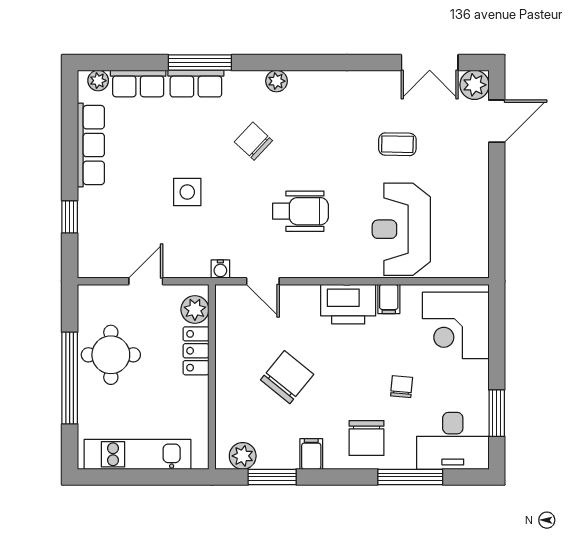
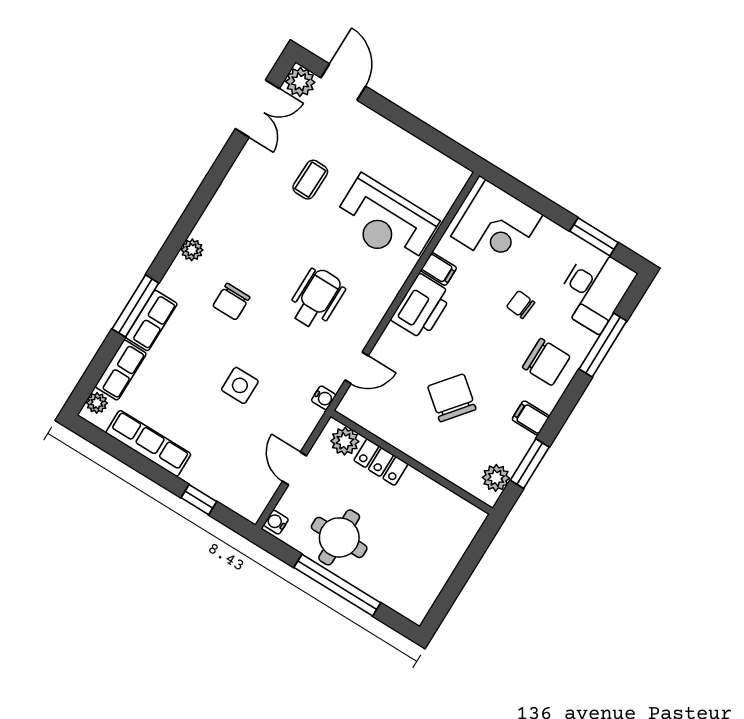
chair: (253, 141) -> (231, 302), turned -43
water cooler: (91, 294) -> (276, 522), added
kitchen unit: (138, 454) -> (439, 567), removed

